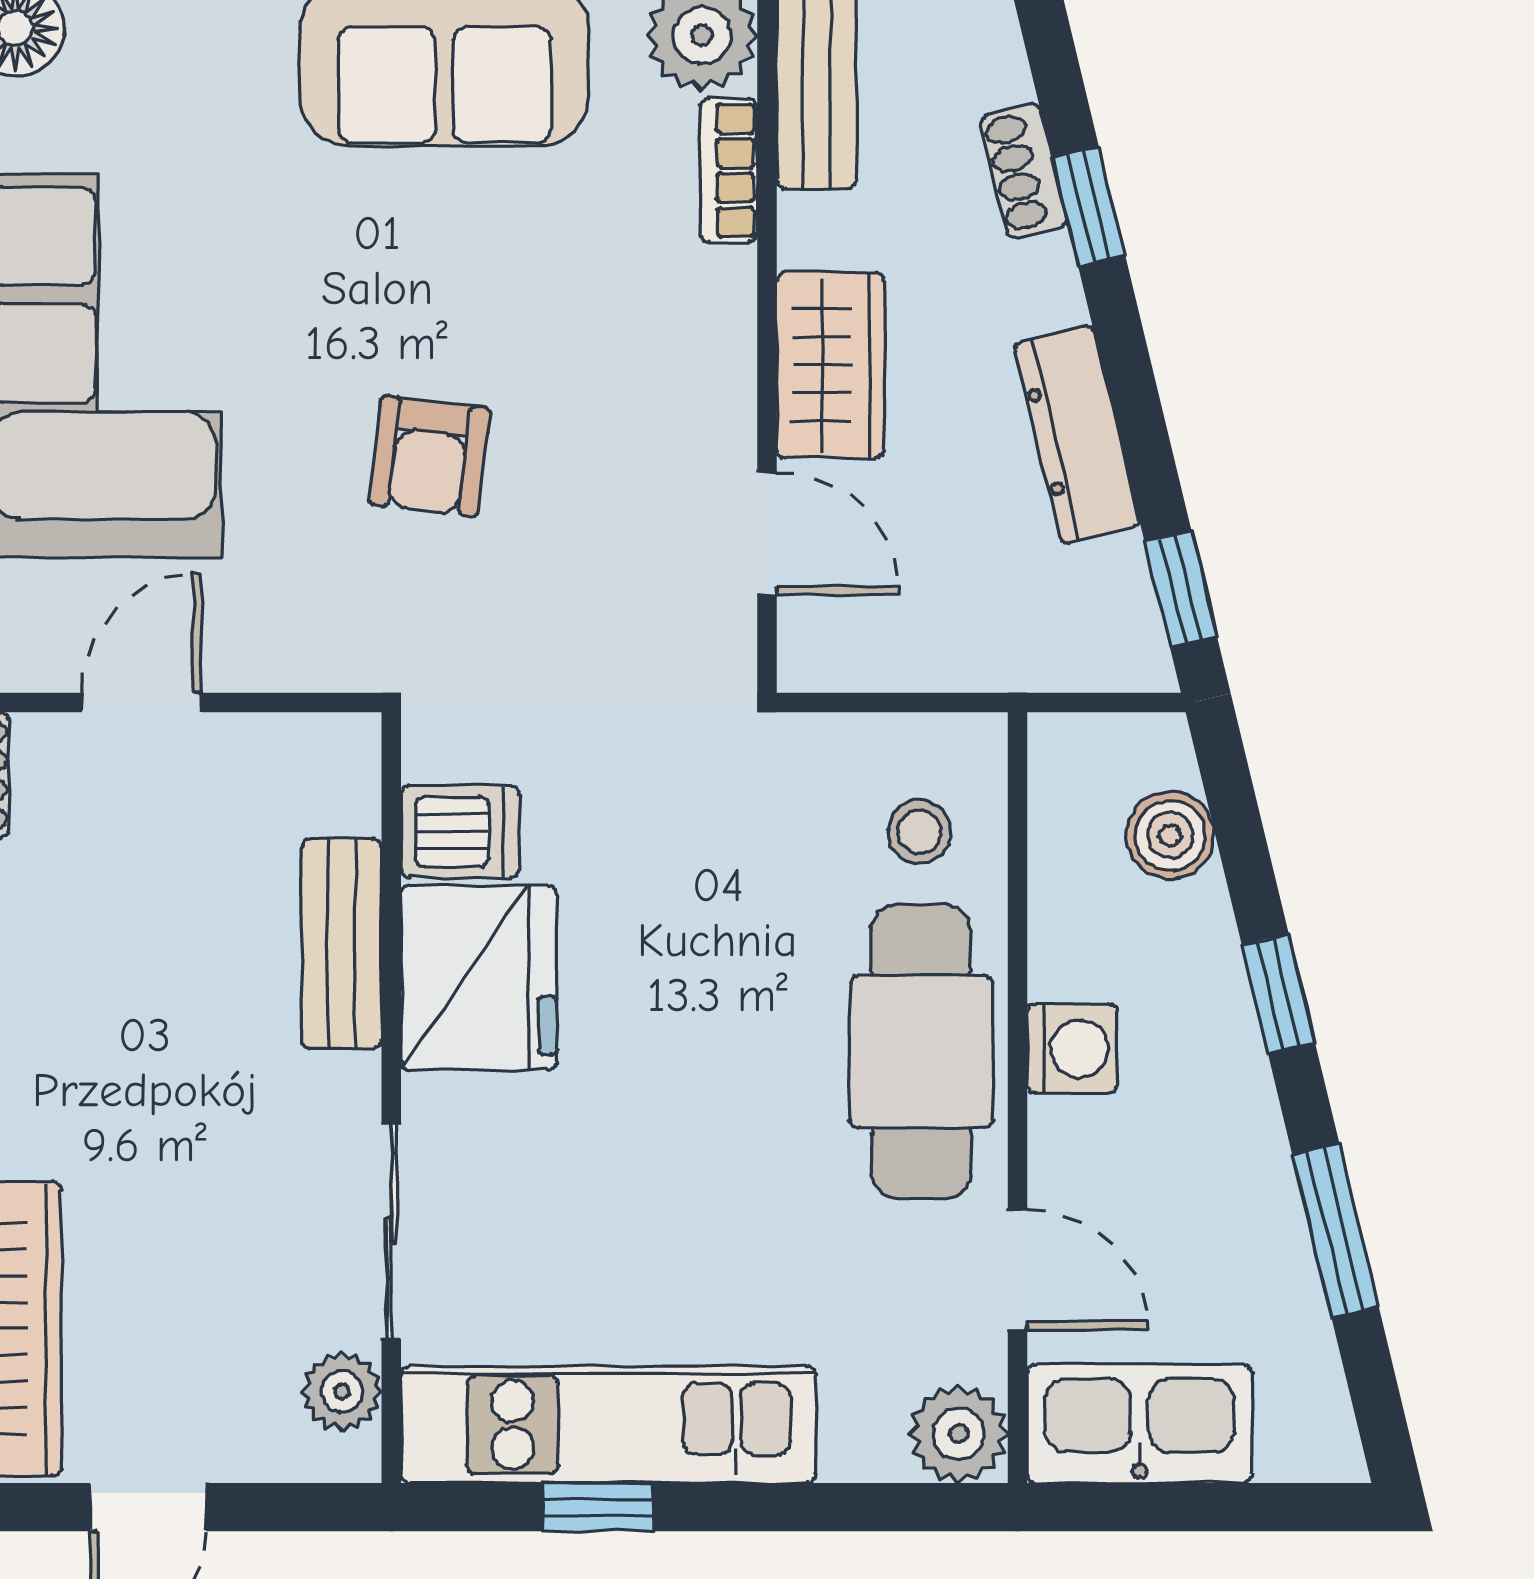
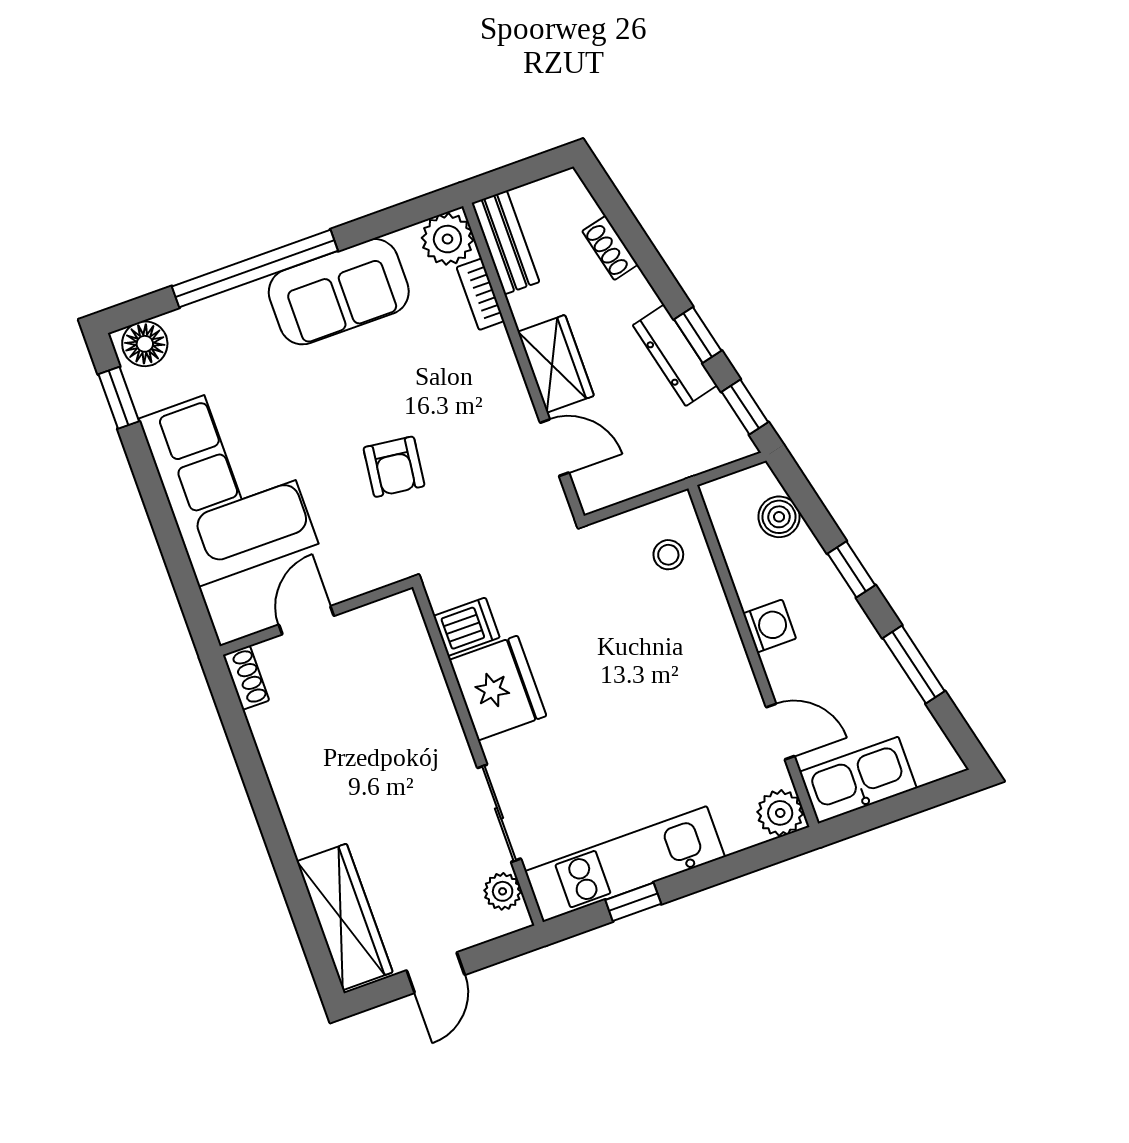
window: (1089, 207) -> (698, 335), moved
bench: (341, 944) -> (432, 695), removed
cafe table: (921, 1051) -> (704, 651), removed

